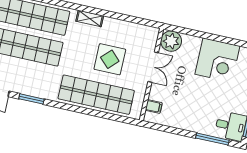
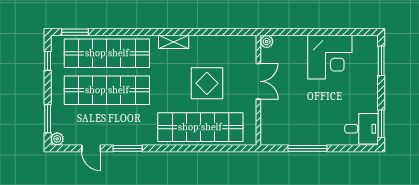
plant: (171, 41) -> (267, 41), width x0.53, depth x0.53
filing cabinet: (154, 107) -> (269, 126), removed
window: (212, 139) -> (307, 148), moved

